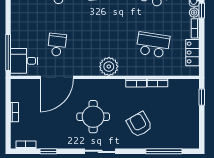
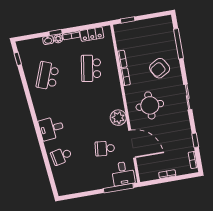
plant: (109, 66) -> (118, 118), moved
round table: (93, 117) -> (150, 105), moved

